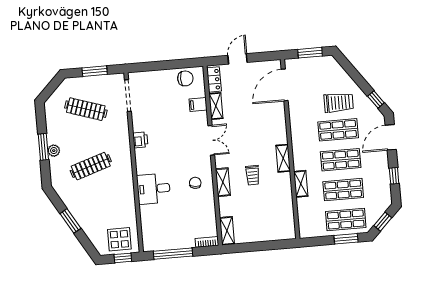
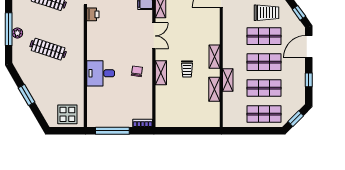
printer: (140, 140) -> (93, 14), moved
window: (43, 147) -> (9, 29), width x1.44
clothes rail: (91, 166) -> (48, 49), turned 36
shelving: (227, 231) -> (214, 89), moved
window: (346, 239) -> (263, 131), removed
window: (123, 258) -> (69, 131), removed

